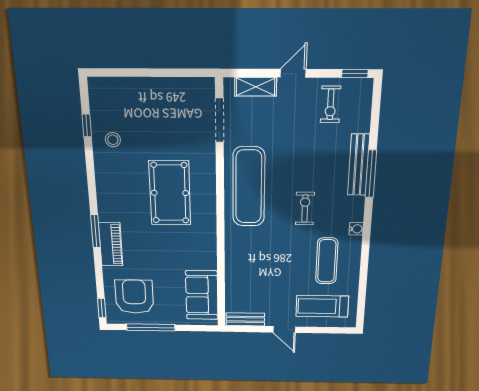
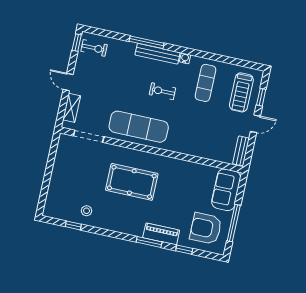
exercise bike: (331, 104) -> (94, 48), moved
bench: (359, 165) -> (158, 54), moved
exercise mat: (327, 261) -> (206, 83), turned 90
sofa: (202, 295) -> (226, 190), moved, turned 90
window: (102, 308) -> (184, 250), moved
window: (320, 330) -> (261, 97), added

